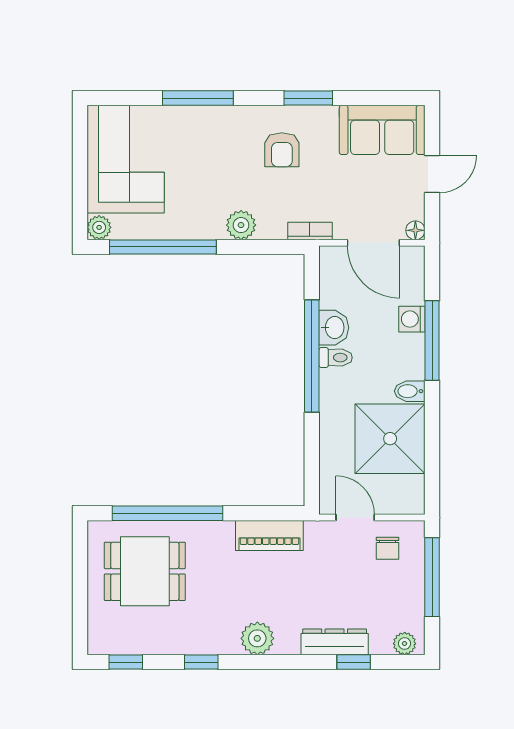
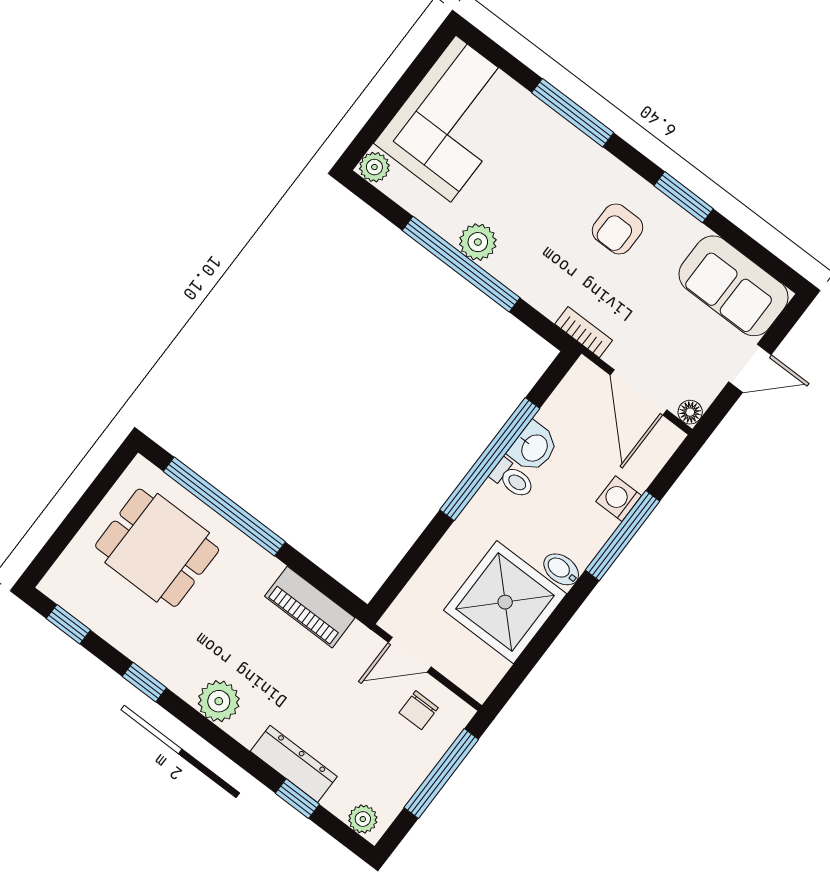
plant: (241, 225) -> (478, 242), moved
window: (163, 247) -> (461, 264), moved
door: (355, 518) -> (410, 655), swing flipped

